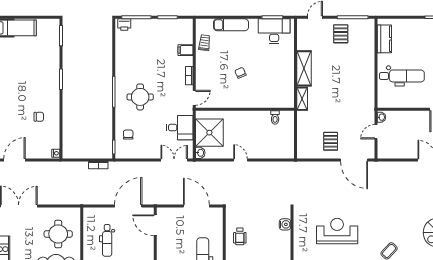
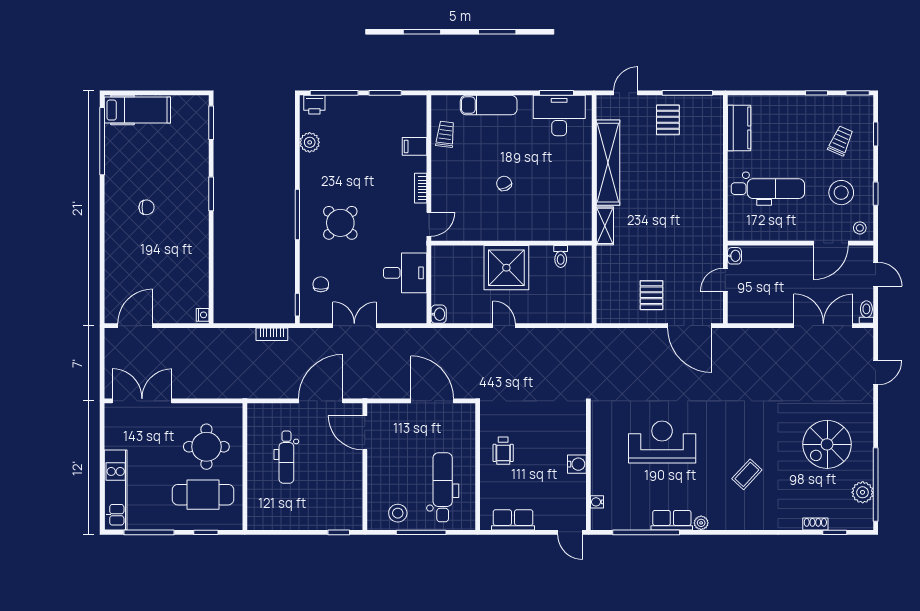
plant: (121, 48) -> (310, 142), added
shelving: (304, 68) -> (608, 163), width x1.47
round table: (140, 97) -> (340, 223), turned 45
chair: (39, 117) -> (147, 207), moved
shower: (209, 133) -> (506, 268), moved
double door: (174, 160) -> (354, 326), moved
water cooler: (285, 224) -> (577, 464), moved

